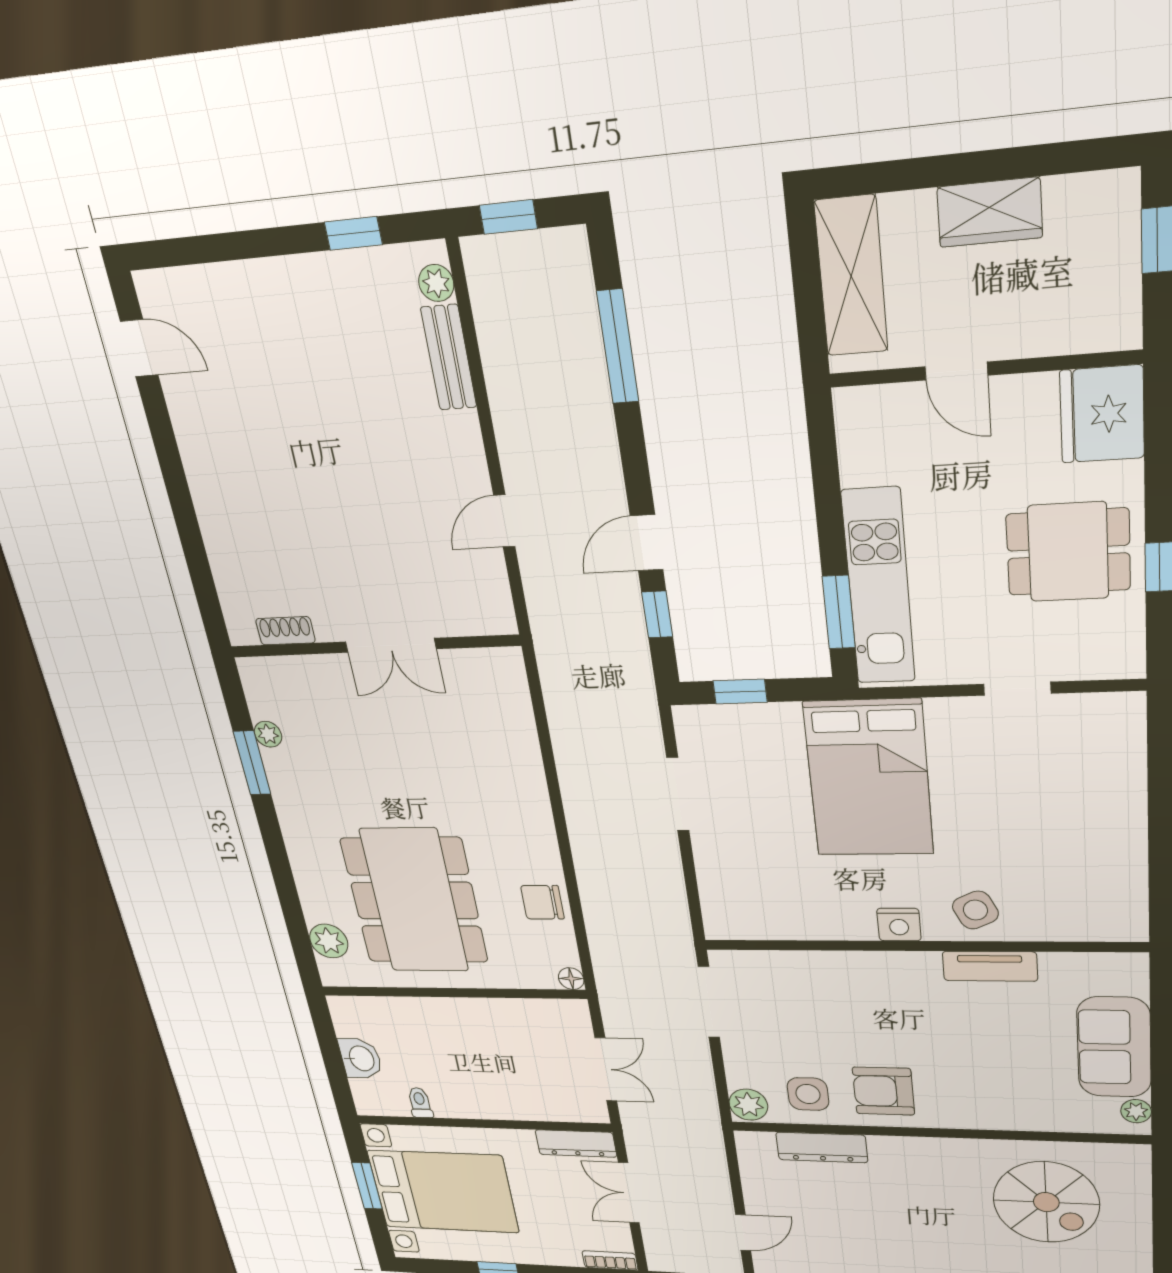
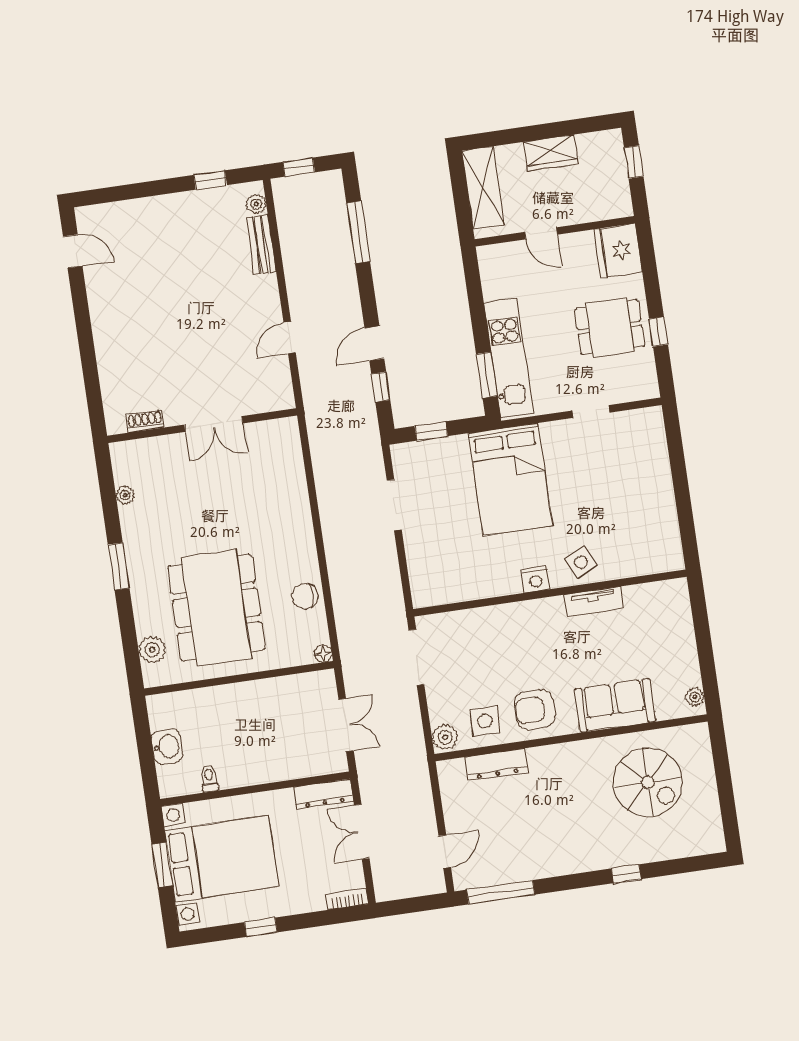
window: (252, 763) -> (119, 566), moved
sofa: (1114, 1047) -> (615, 705), moved, turned 90

